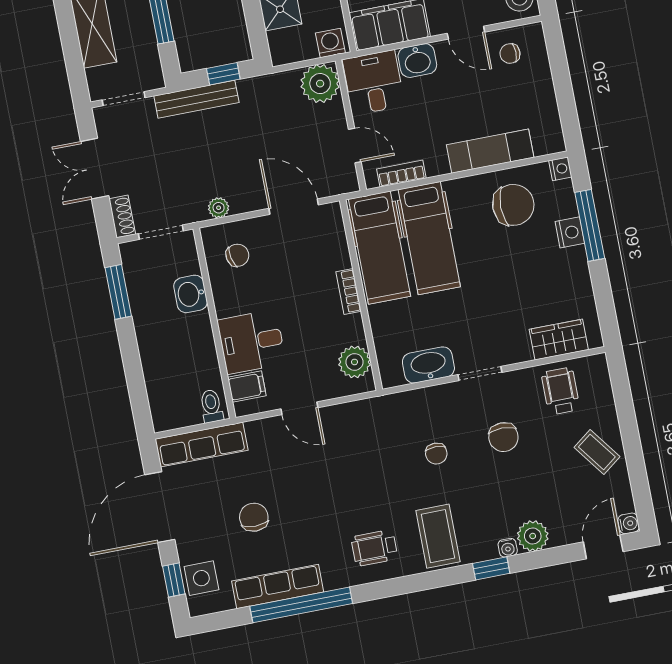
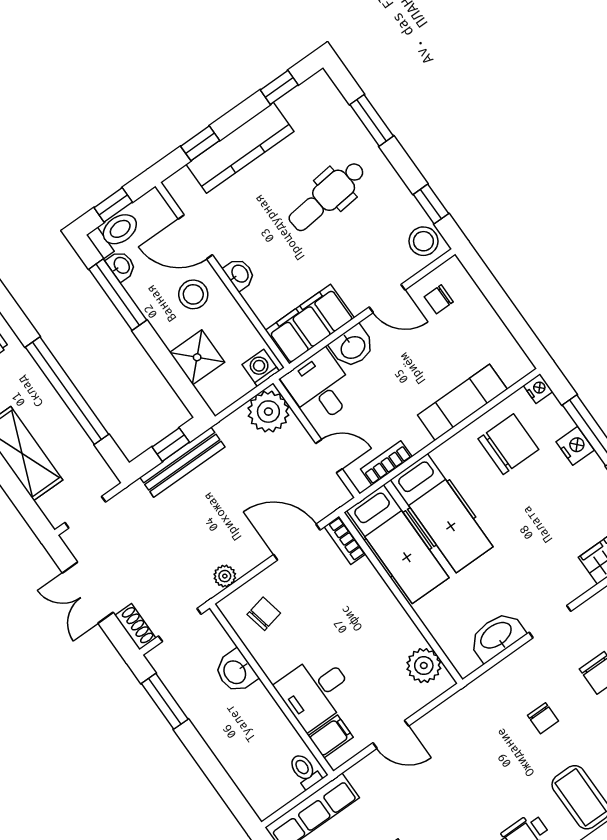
bench: (196, 99) -> (182, 462), moved
bookcase: (349, 292) -> (345, 540), moved

